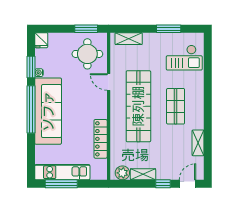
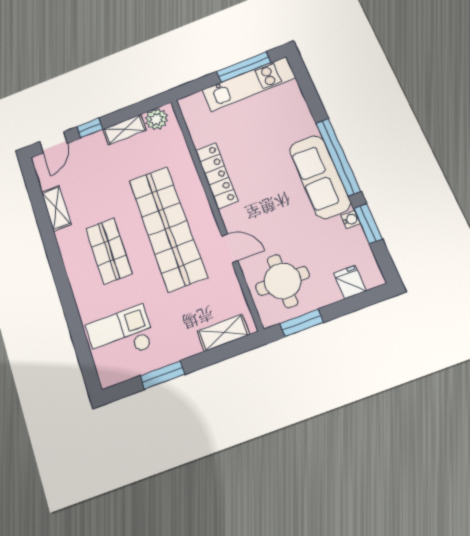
fridge: (41, 40) -> (350, 282), moved
sofa: (48, 111) -> (320, 177), width x0.74, depth x0.79
locker: (101, 139) -> (216, 175), moved

